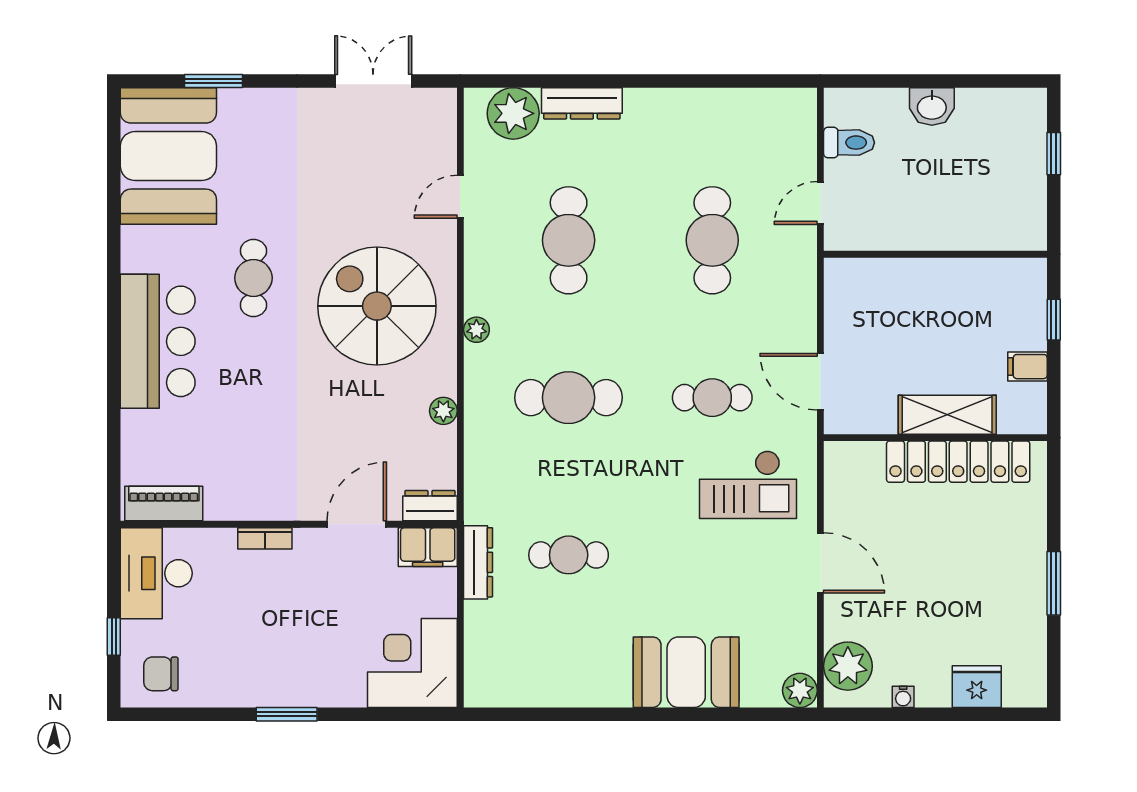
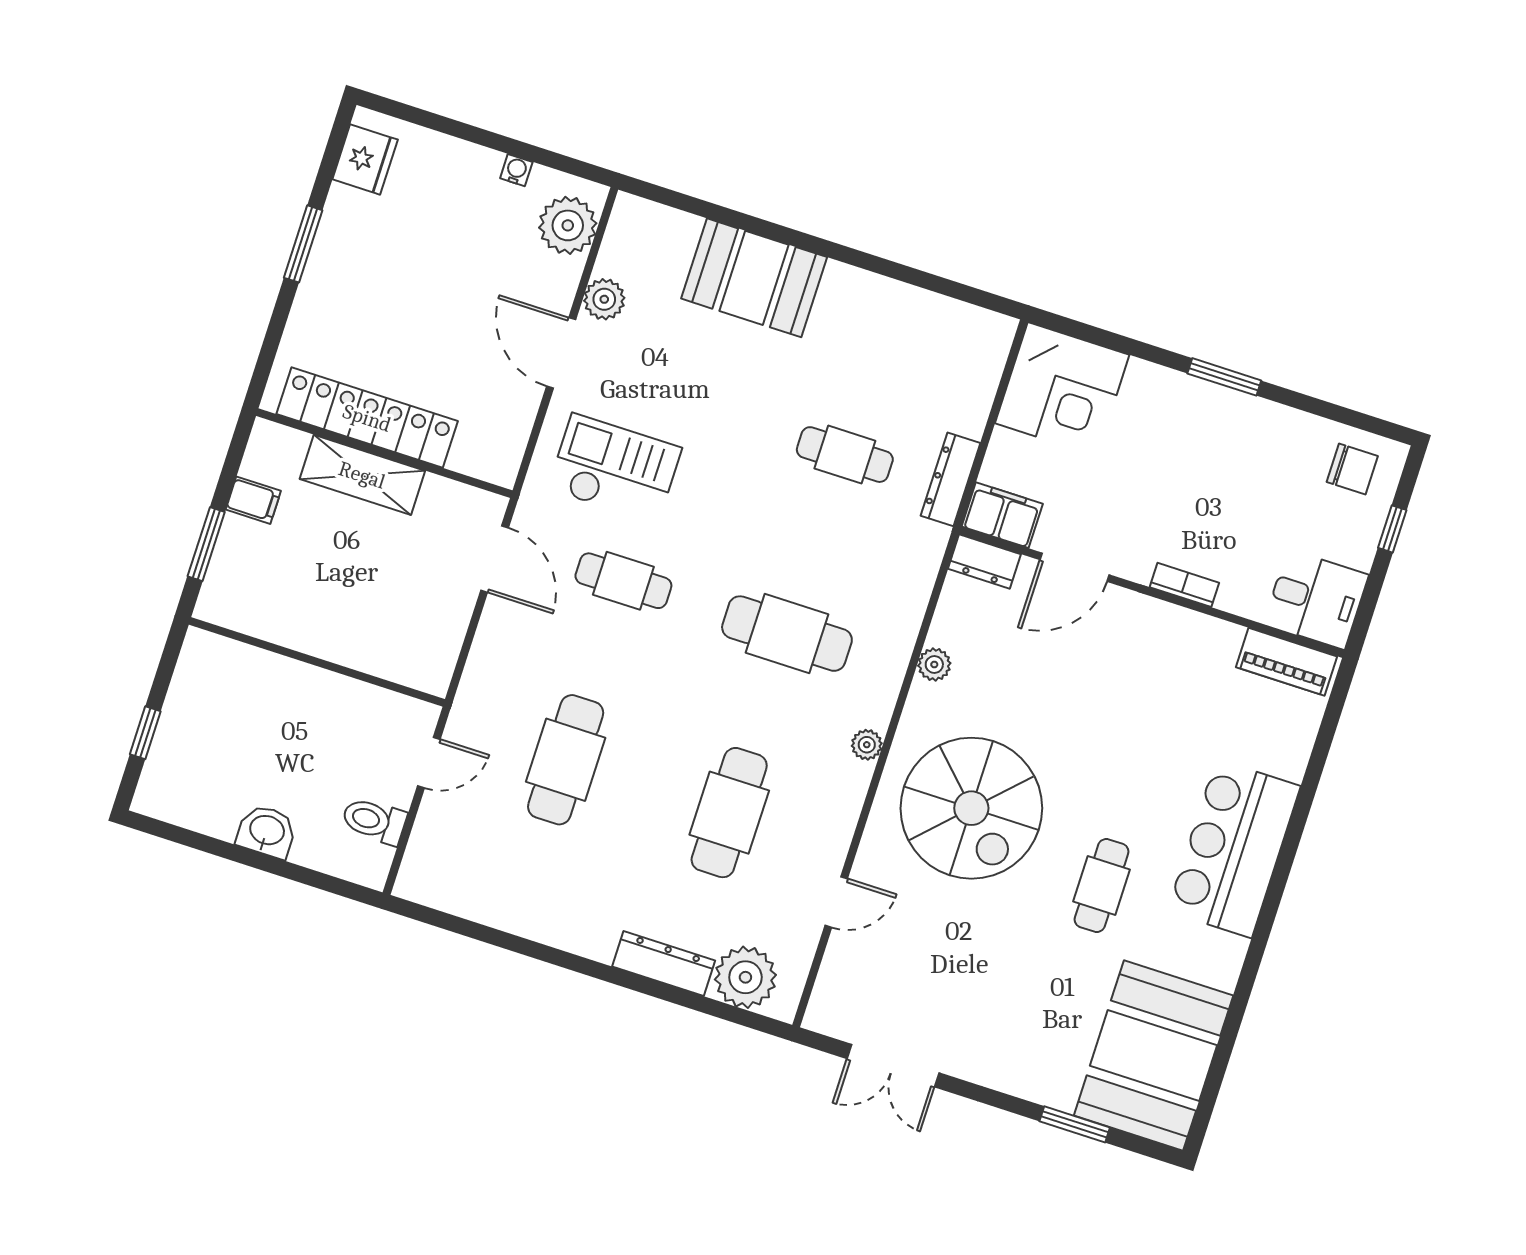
window: (1054, 320) -> (206, 544), width x1.50
desk: (156, 573) -> (1316, 599), width x0.73
fridge: (977, 687) -> (365, 159), moved, turned -90
plant: (800, 690) -> (604, 299), moved

